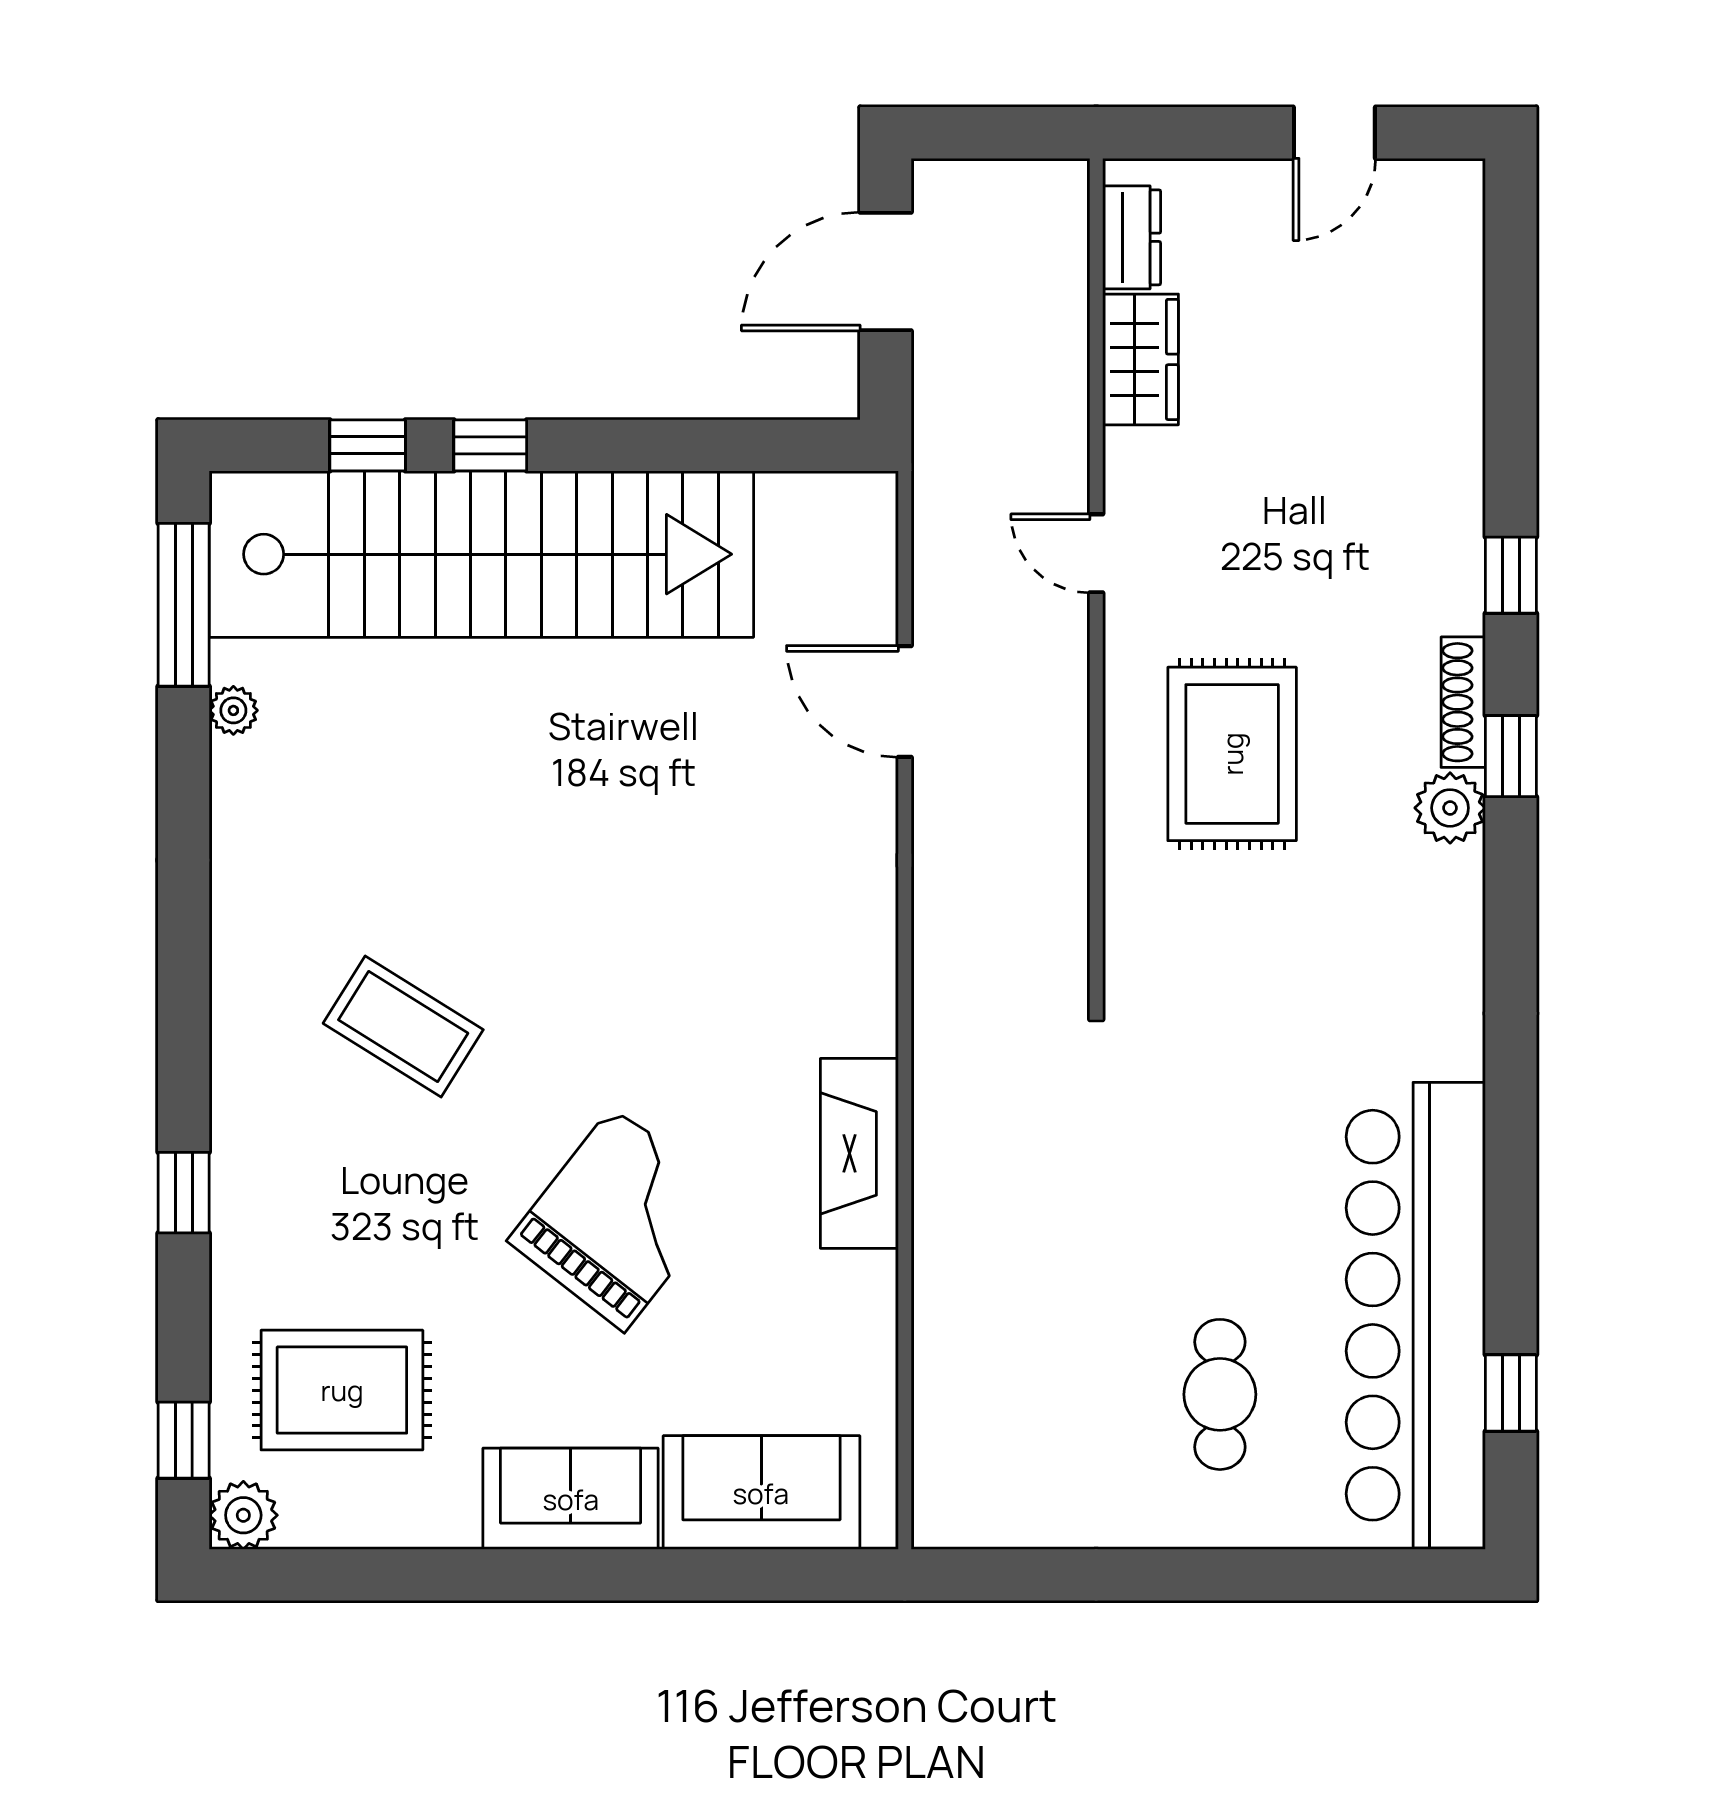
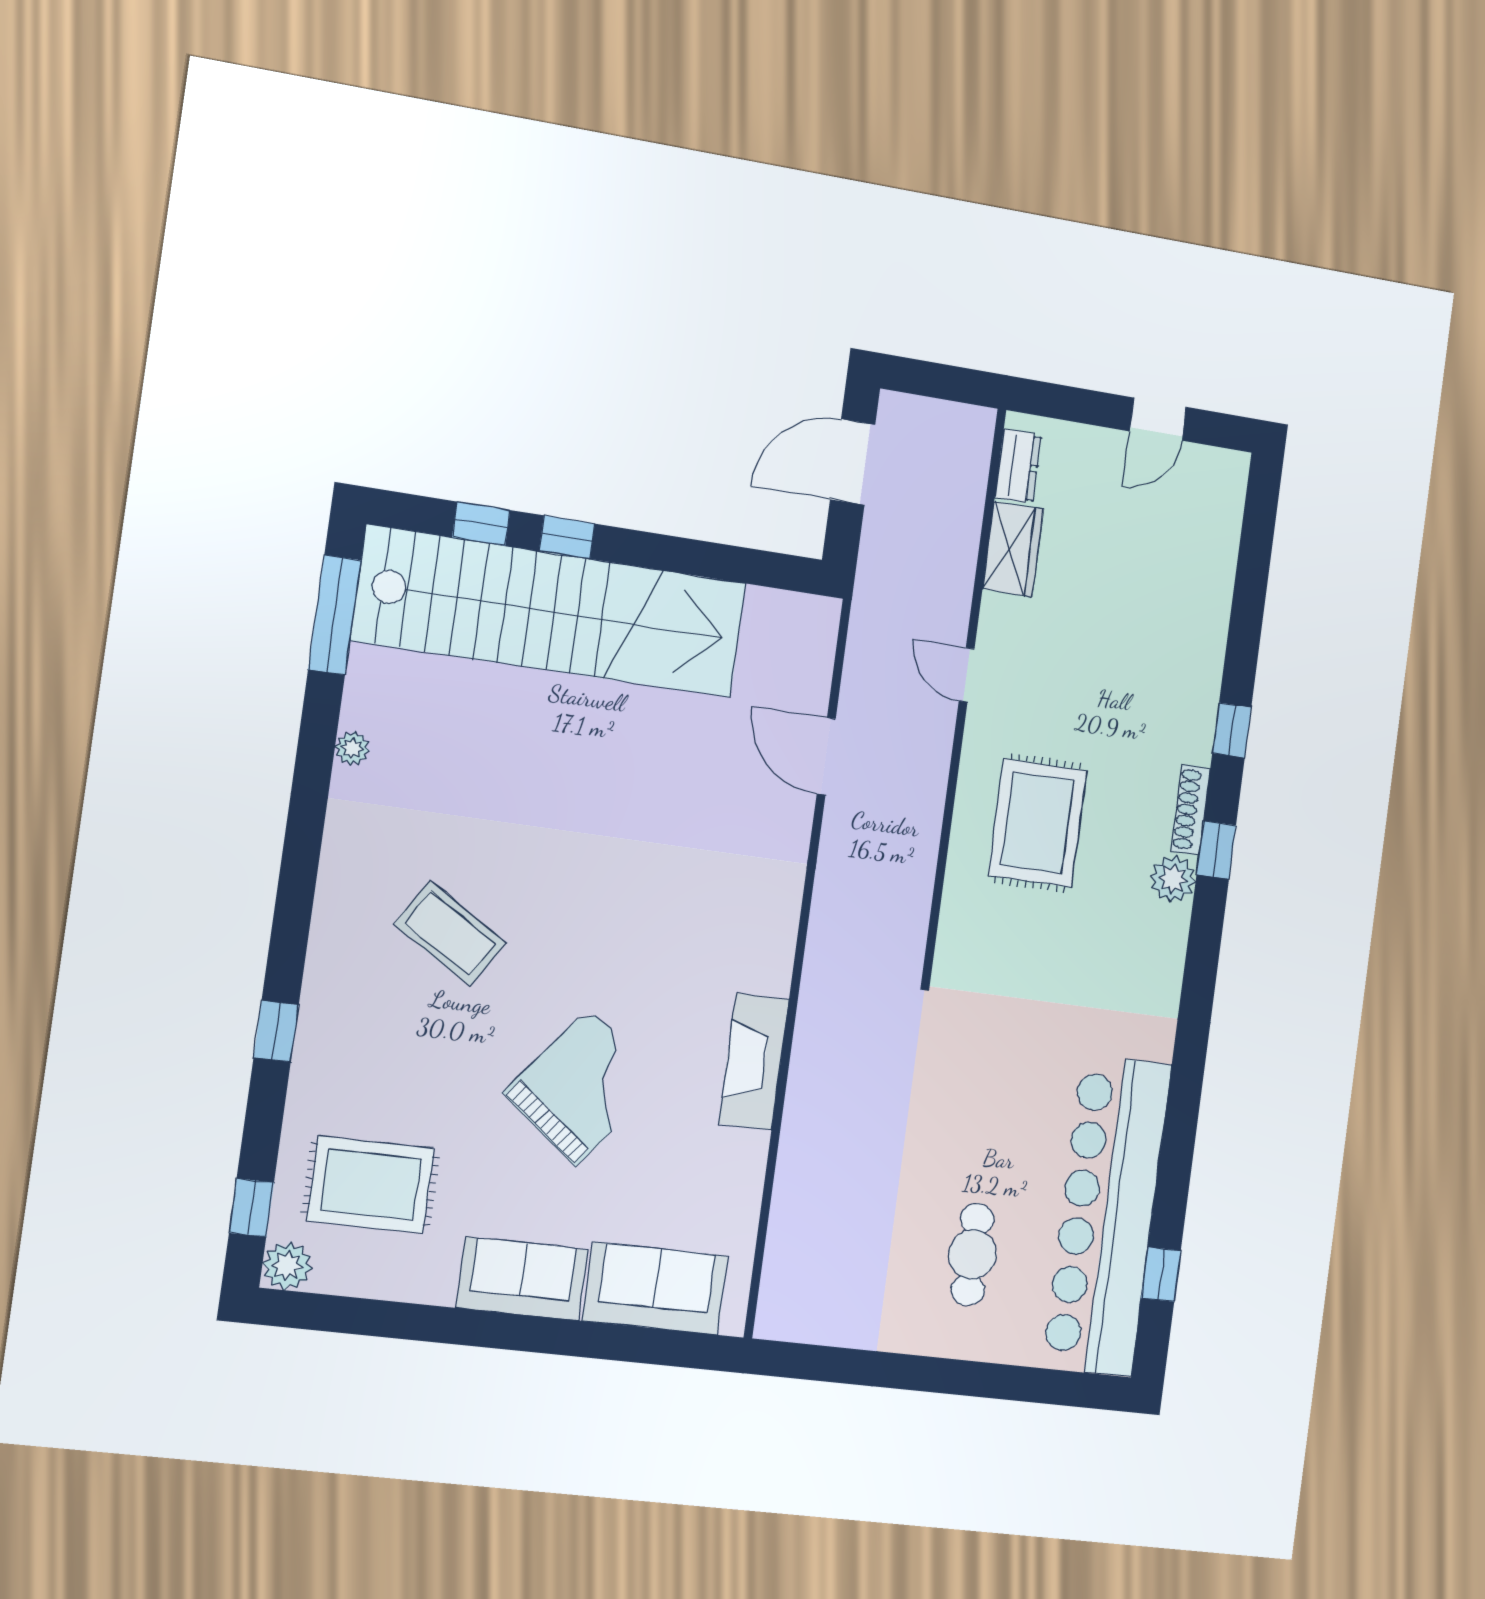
plant: (233, 710) -> (352, 748), moved

